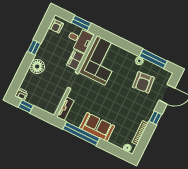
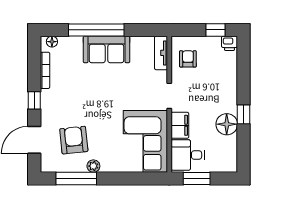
armchair: (56, 26) -> (188, 59), moved
floor lamp: (37, 66) -> (227, 124), moved
window: (81, 134) -> (96, 30), moved

